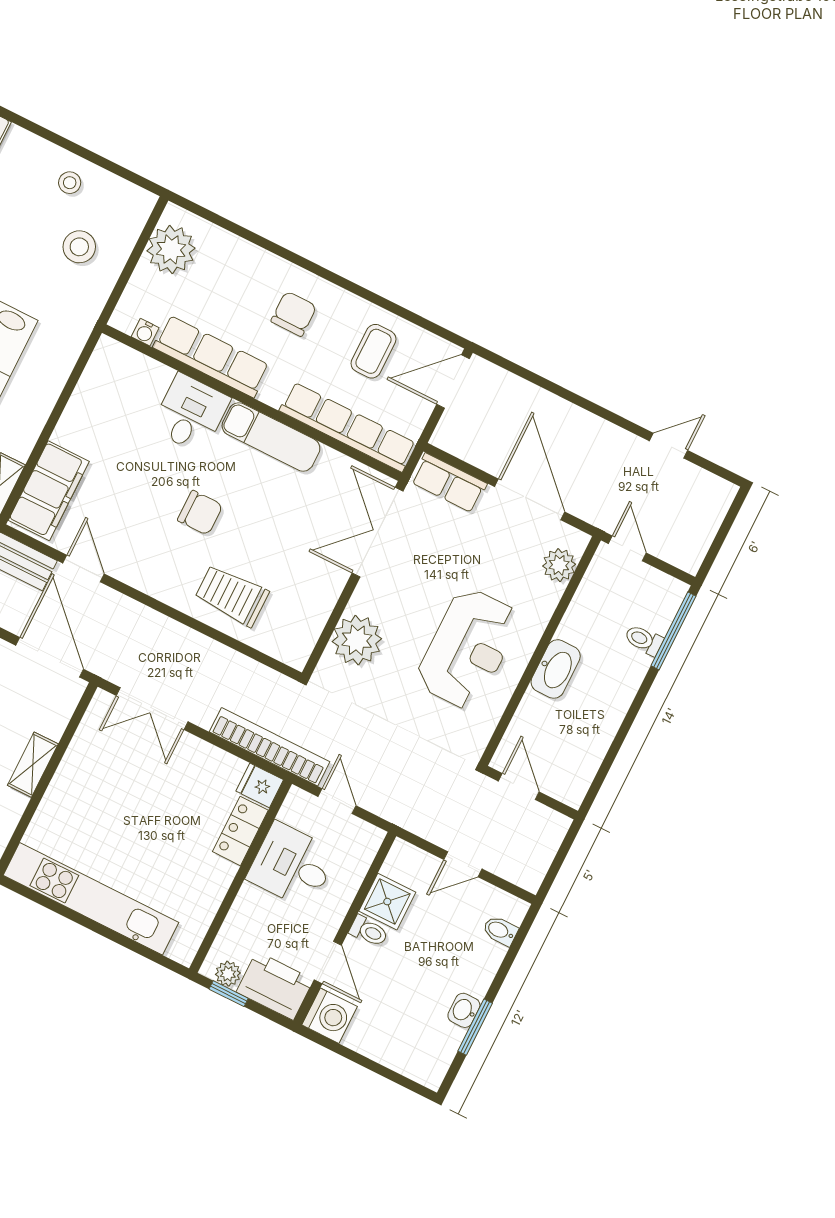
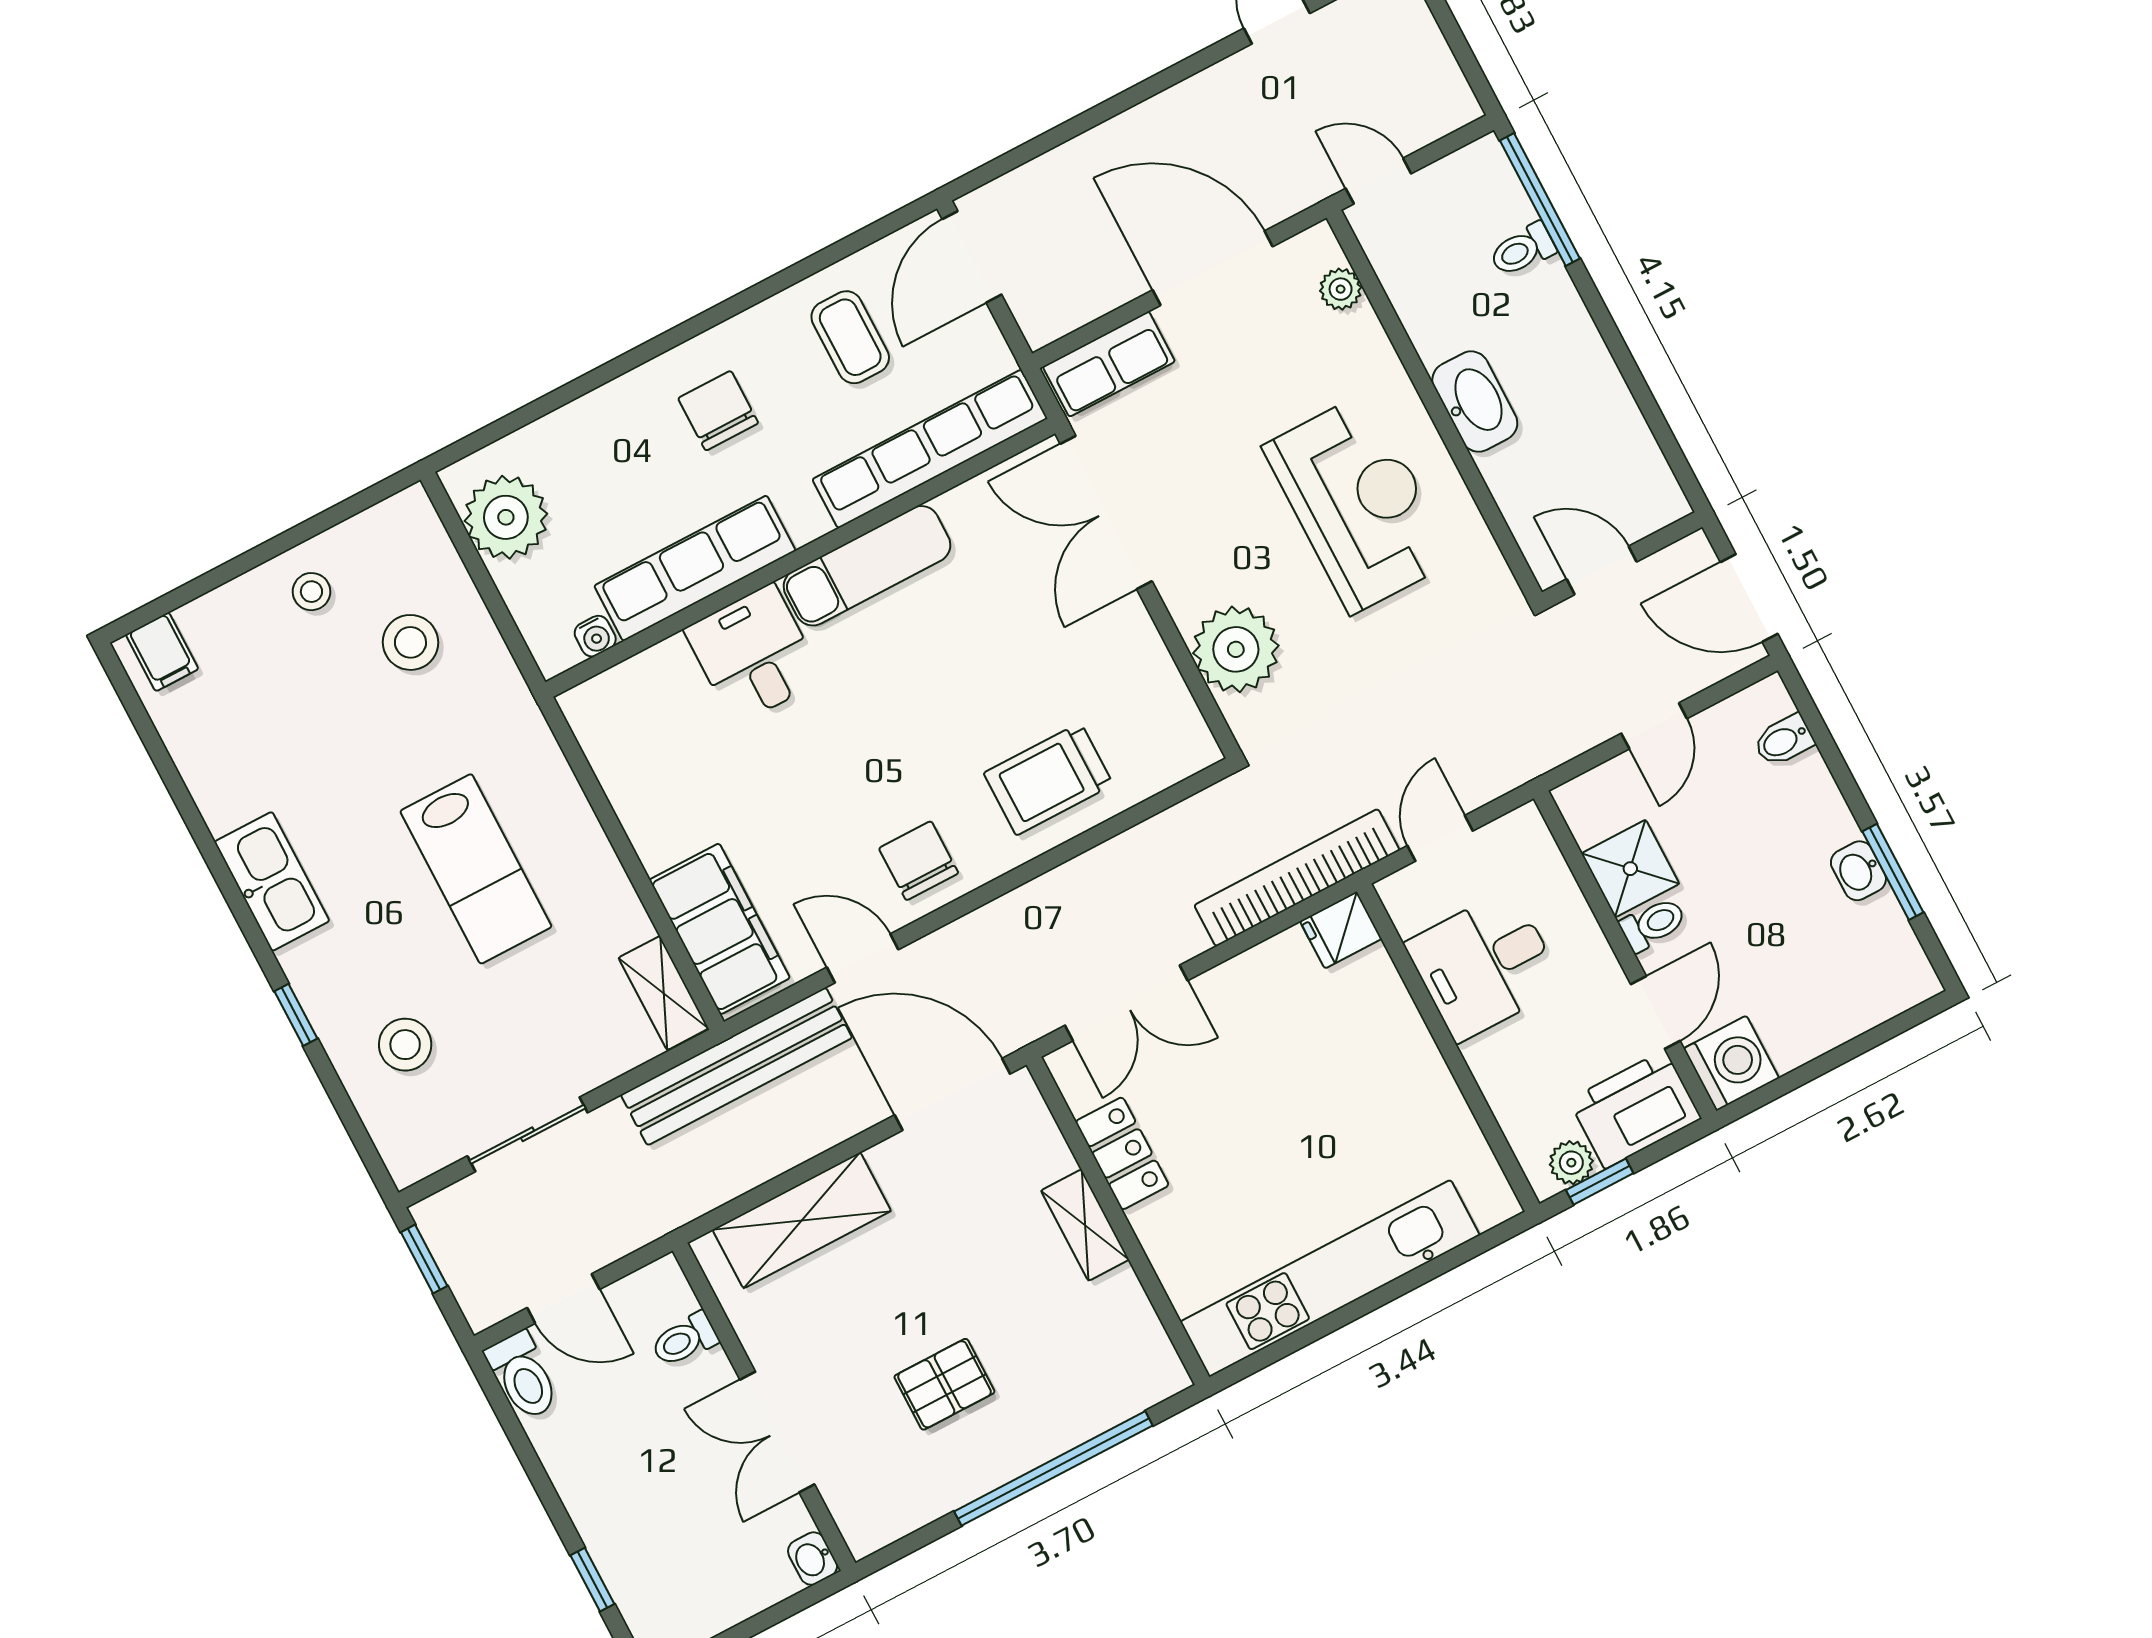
chair: (200, 513) -> (919, 861), moved, turned -90
plant: (559, 565) -> (1341, 289), width x0.73, depth x0.73
door: (337, 801) -> (1440, 838), hinge flipped
locker: (240, 831) -> (1122, 1153), moved, turned 180
door: (556, 866) -> (1749, 598), added
door: (328, 962) -> (1655, 1012), hinge flipped

